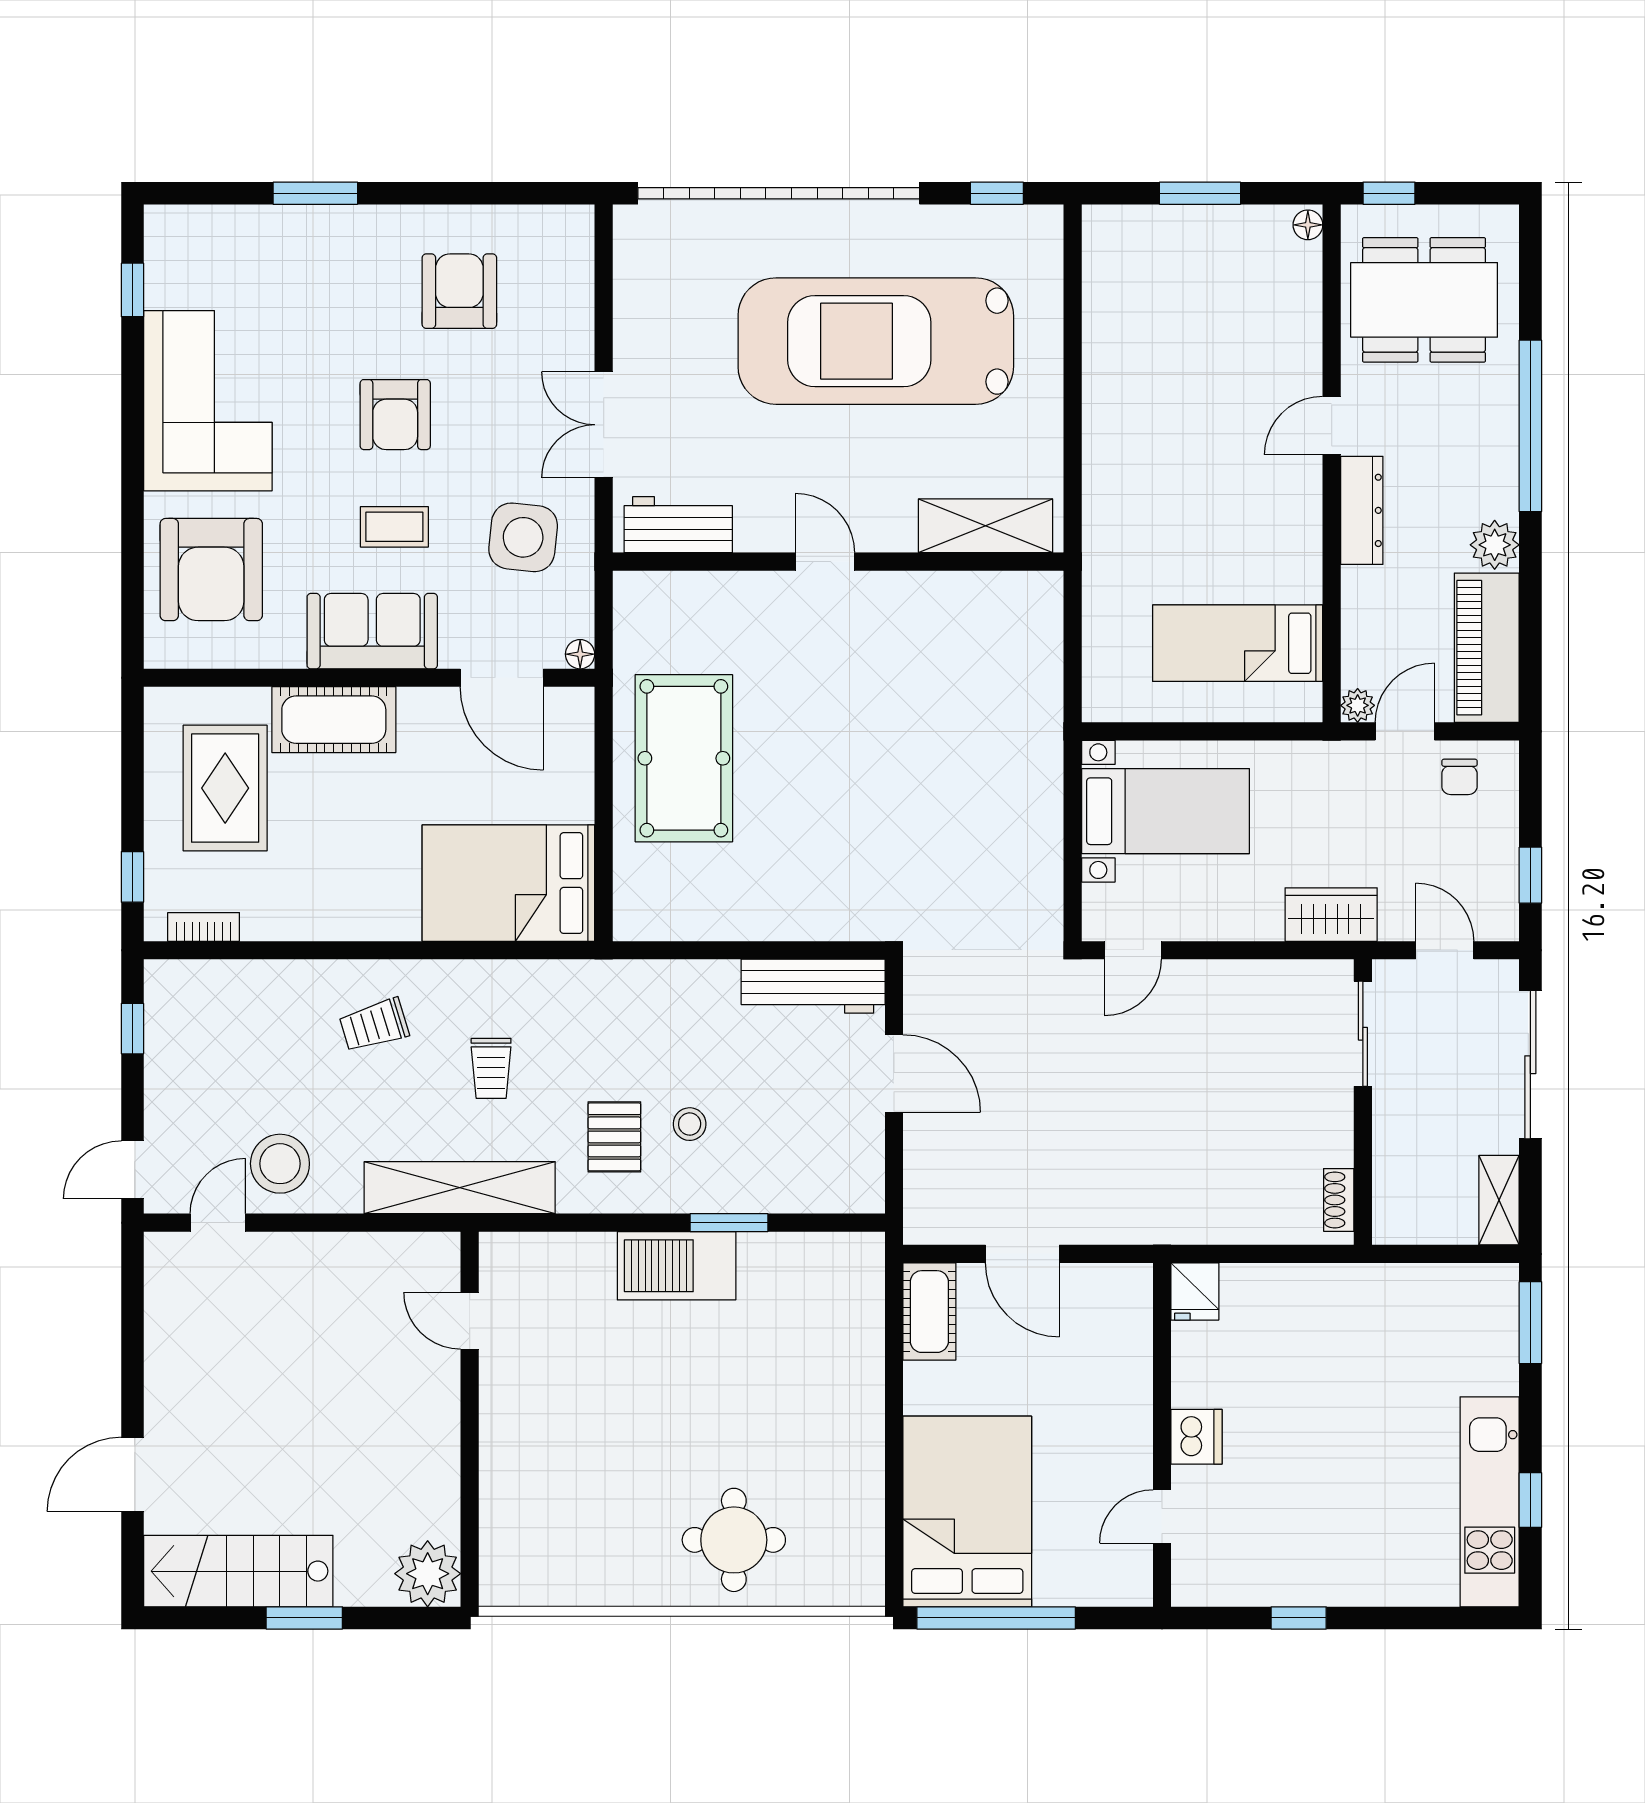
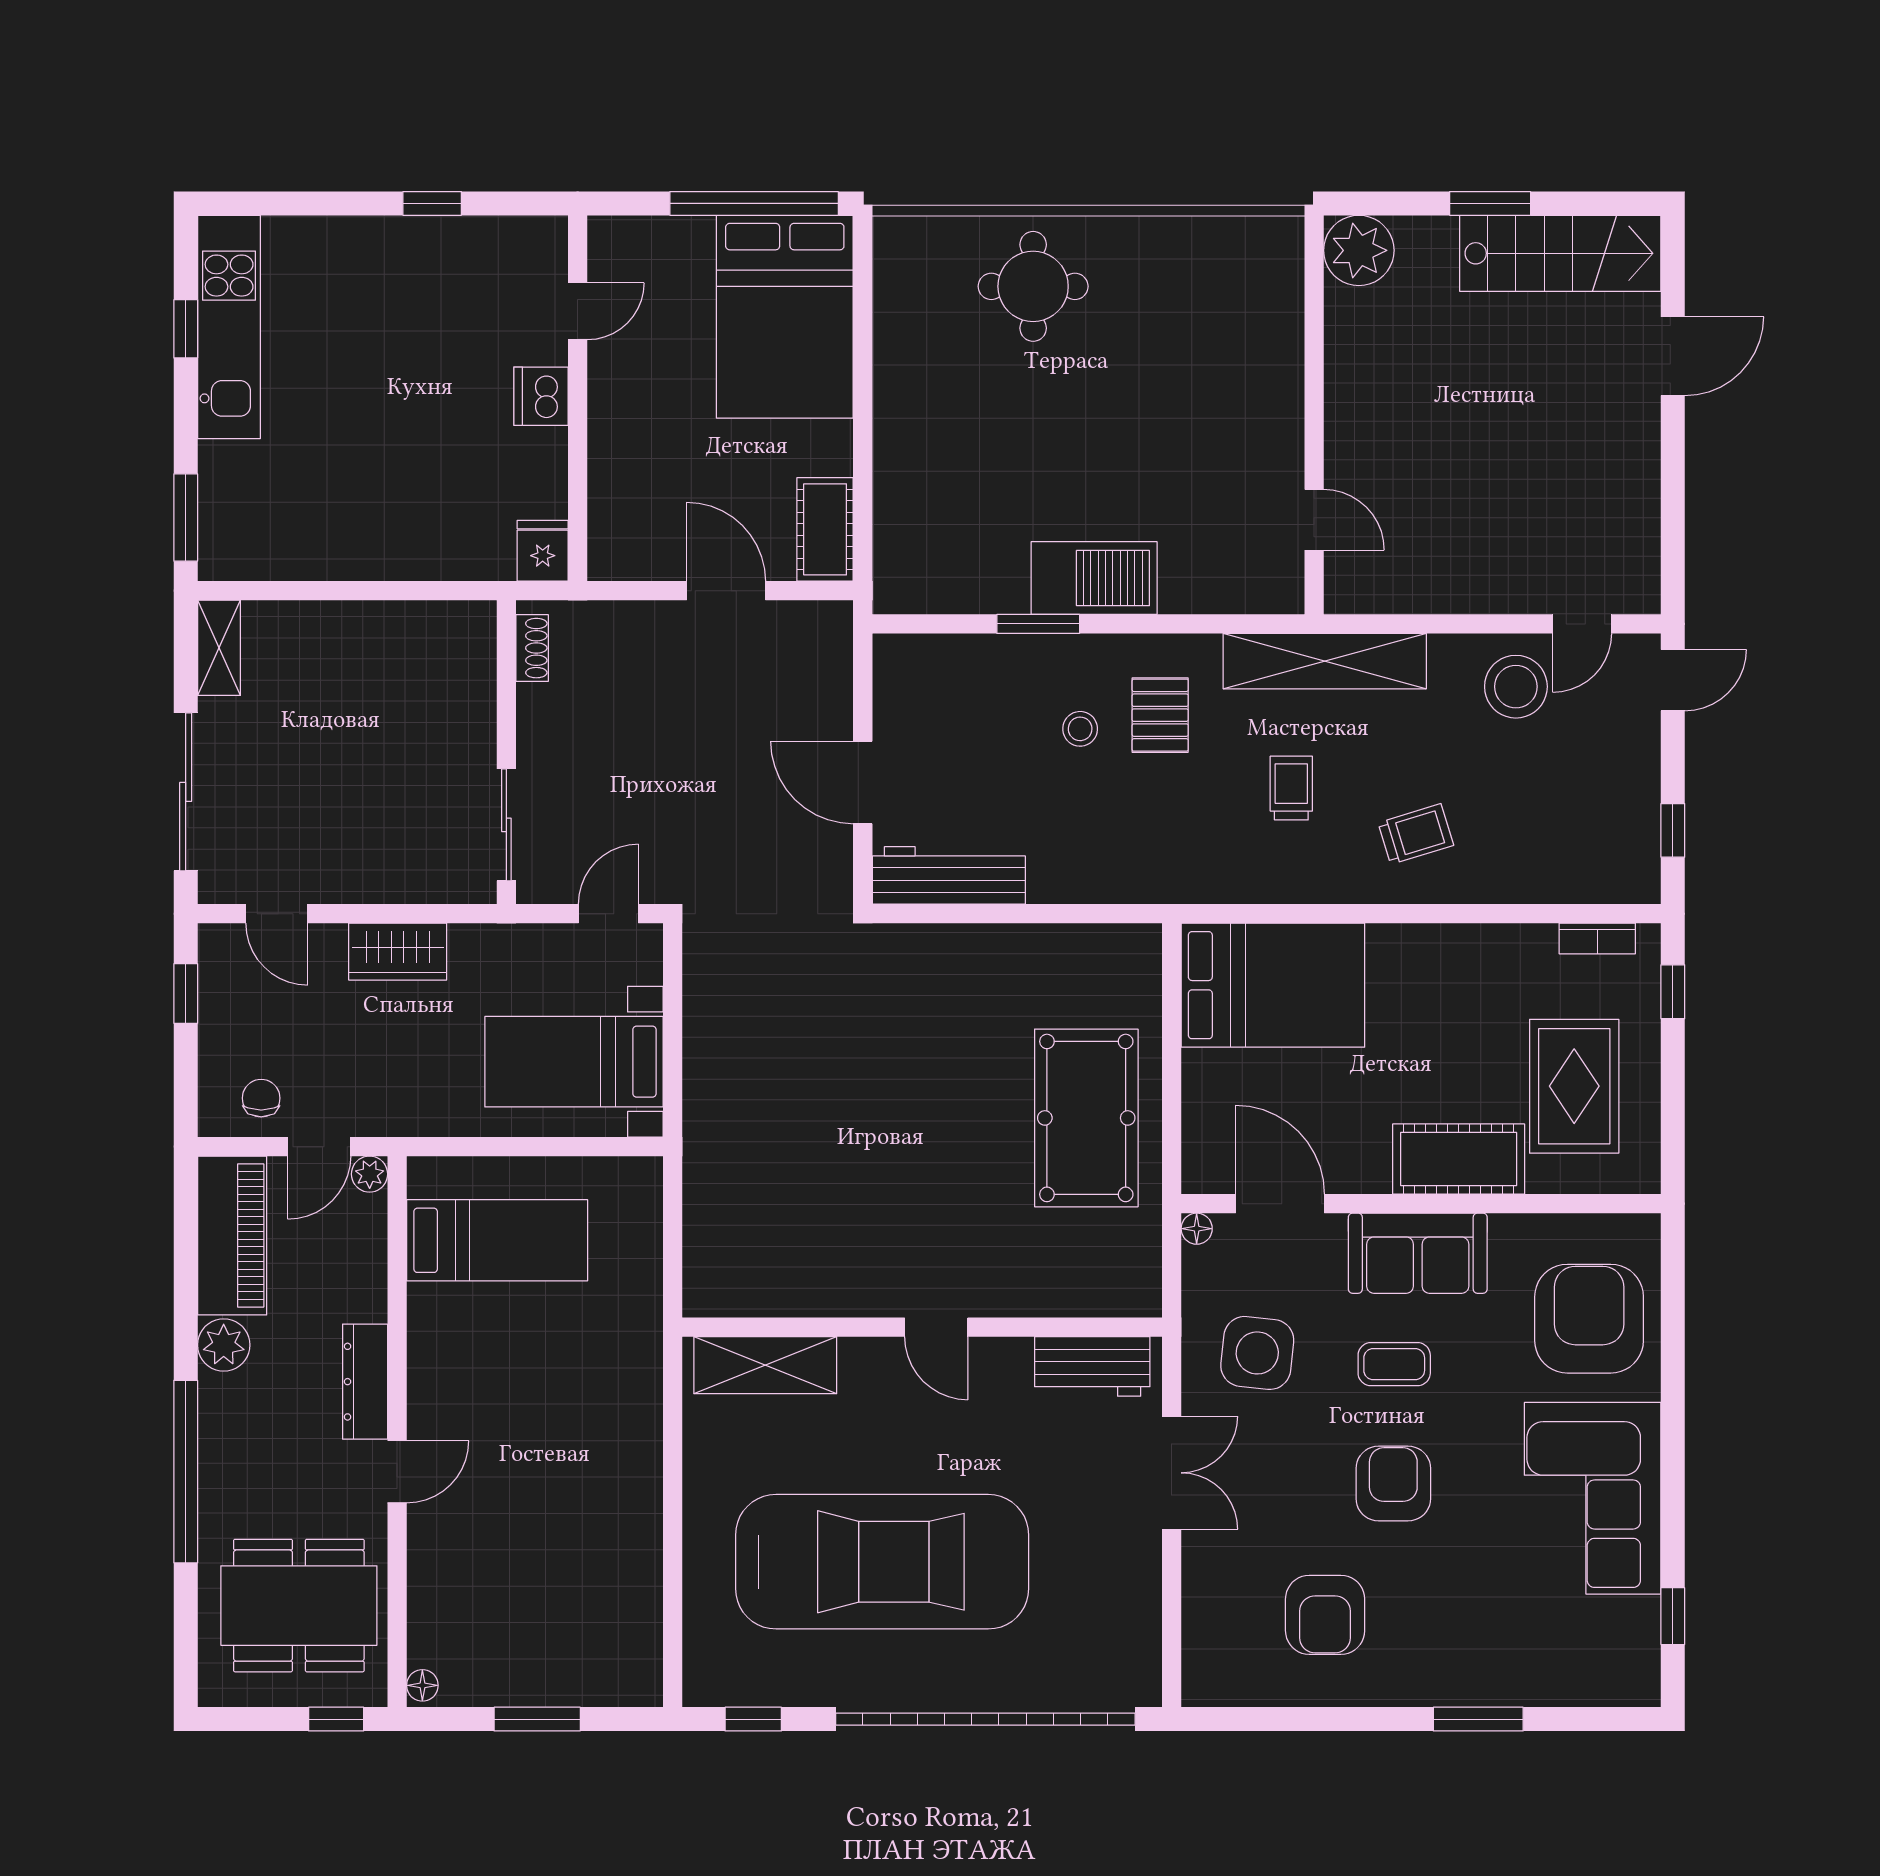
sliding door: (1363, 1034) -> (506, 825), moved
wall: (1363, 1102) -> (506, 752), moved
shoe rack: (1339, 1200) -> (532, 648), moved

